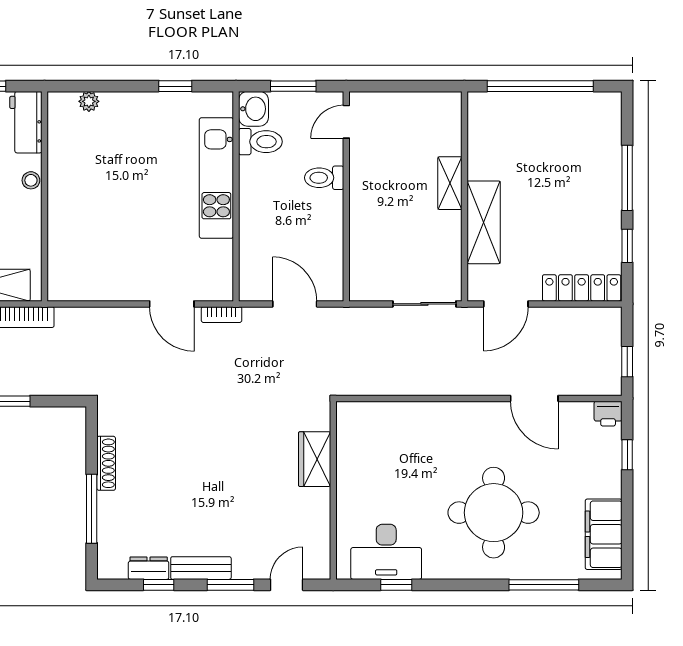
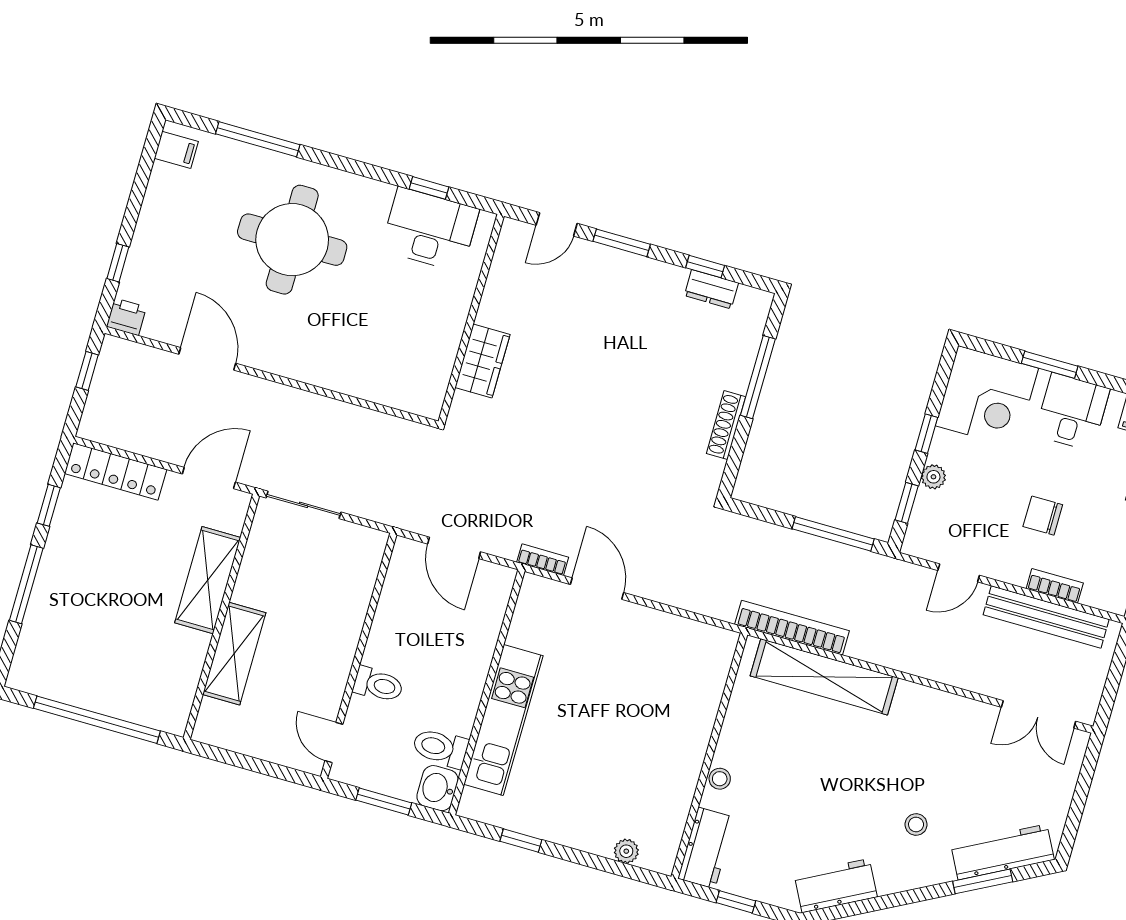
door: (346, 122) -> (334, 742), swing flipped
shelving: (450, 183) -> (234, 654), width x1.50, depth x1.33
filing cabinet: (604, 534) -> (176, 150), width x0.33, depth x0.86
bench: (201, 568) -> (651, 272), removed

